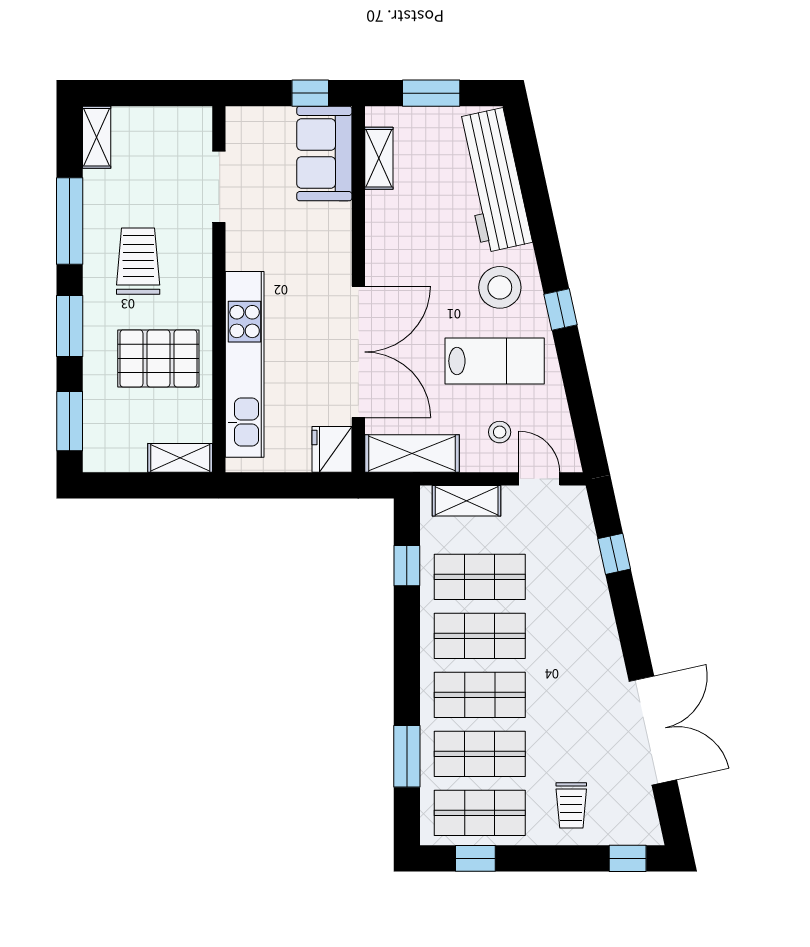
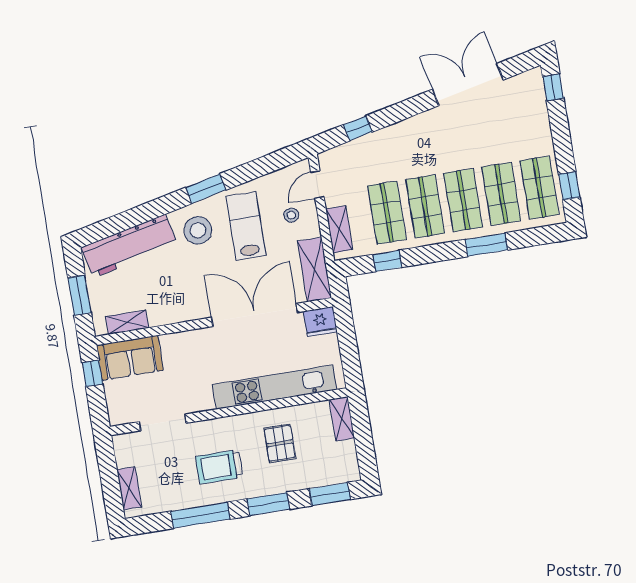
shelving: (97, 137) -> (129, 488), moved, turned 90
window: (561, 310) -> (206, 189), width x1.50
pallet: (158, 358) -> (280, 443), width x0.67, depth x0.71
window: (407, 756) -> (486, 245), moved
trolley: (571, 805) -> (525, 129), removed

